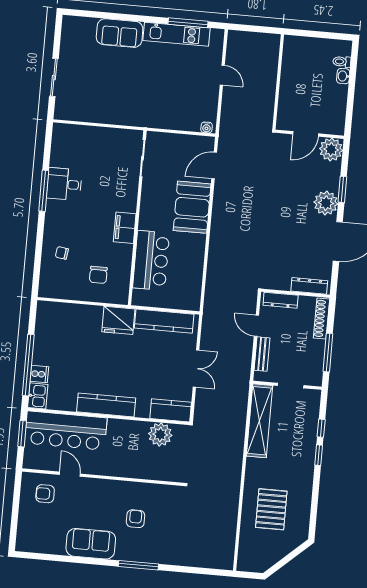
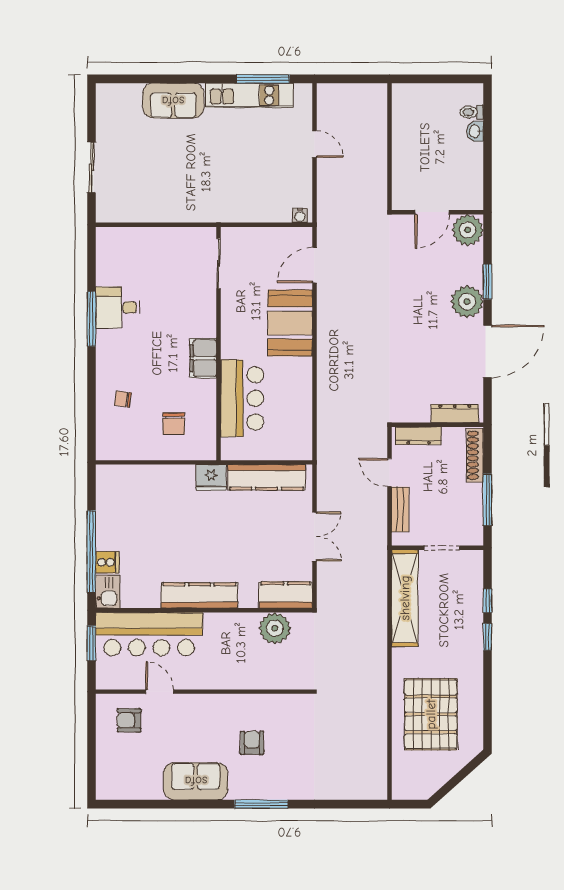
fridge: (118, 320) -> (211, 477), width x0.73, depth x0.75
pallet: (271, 509) -> (431, 714), width x1.37, depth x1.41

